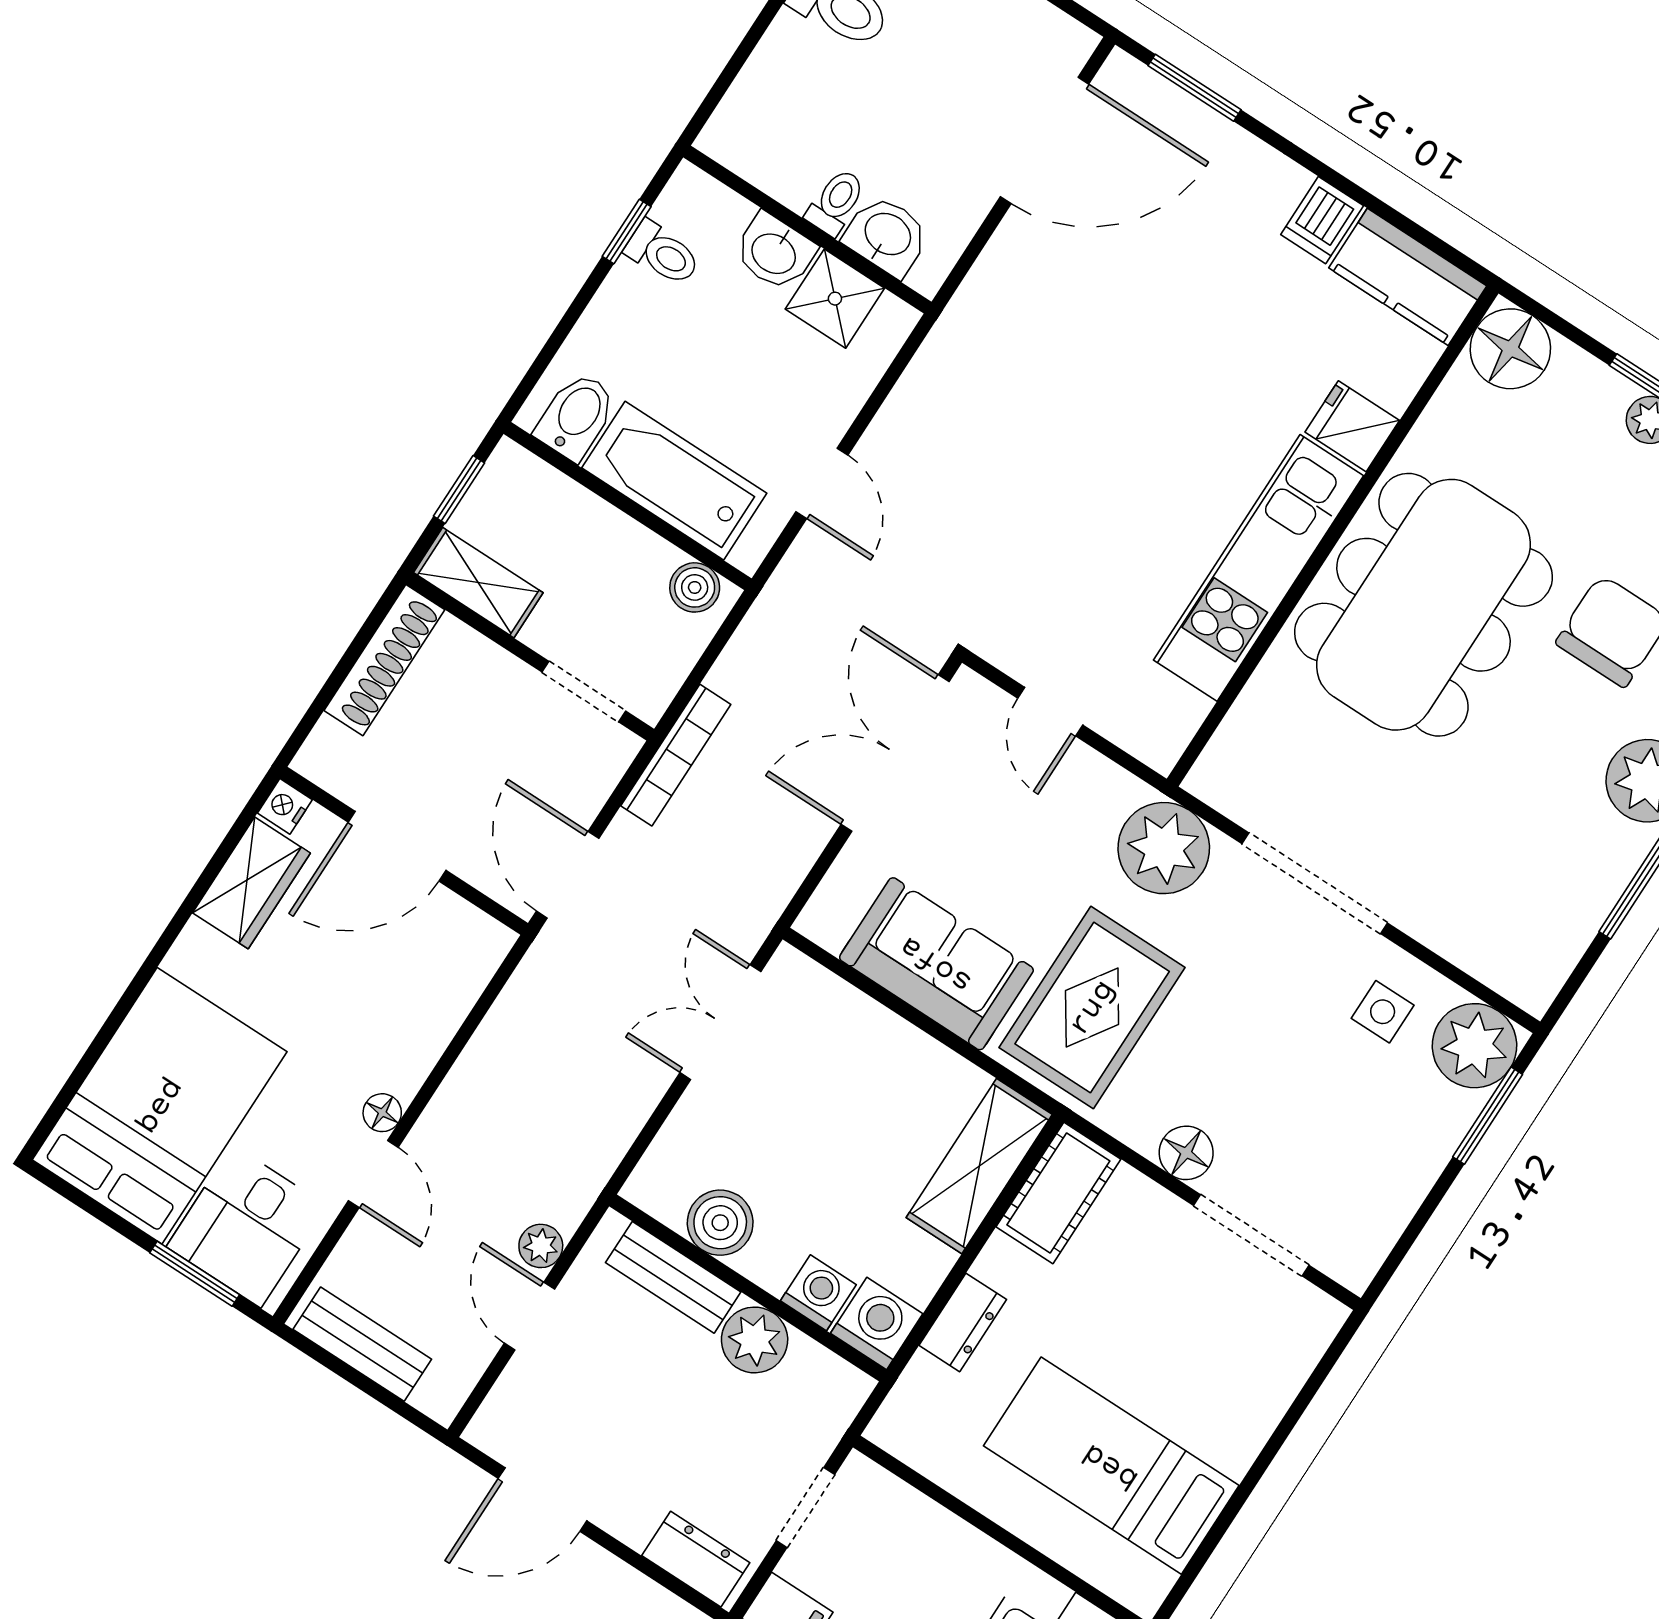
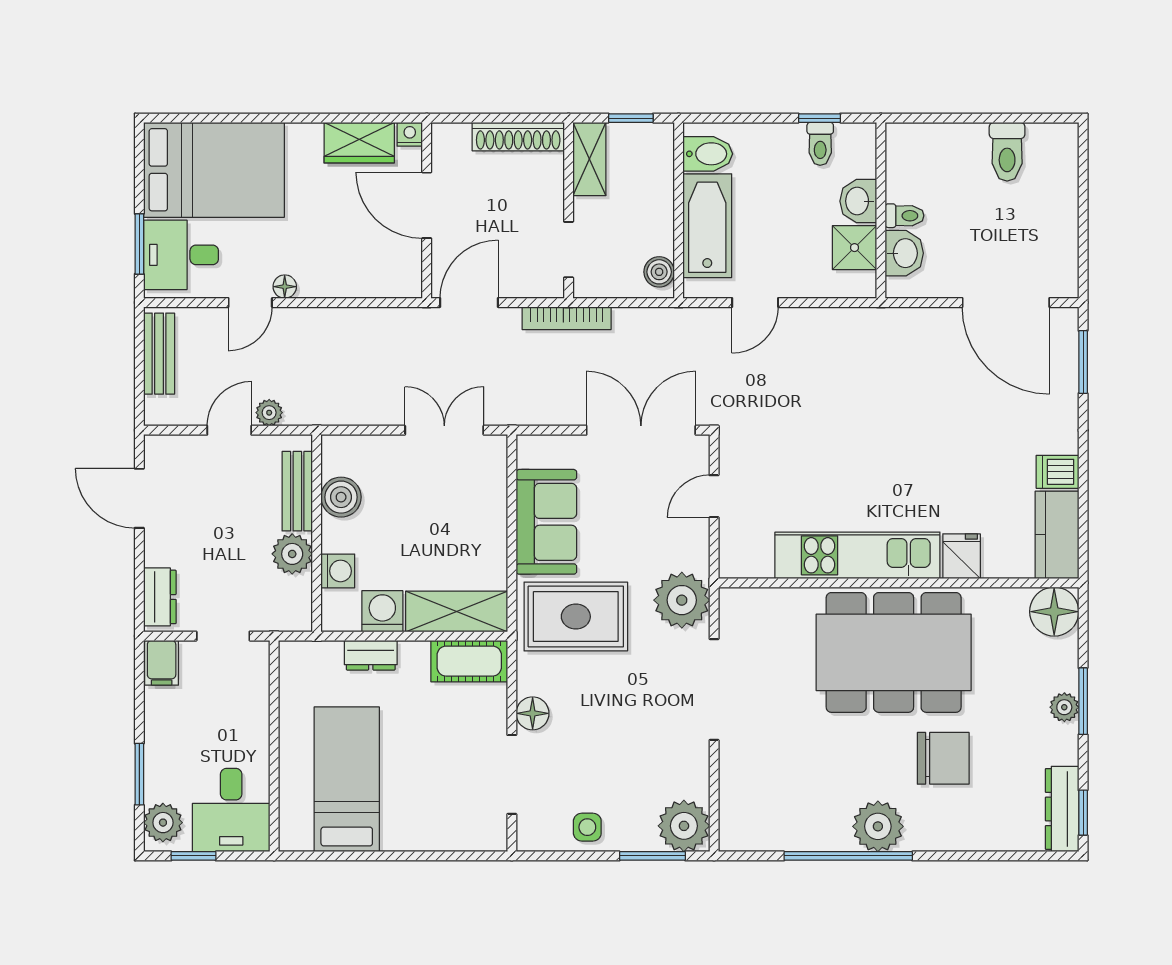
side table: (1383, 1012) -> (587, 827), moved
washing machine: (877, 1323) -> (382, 611), moved, turned -90

